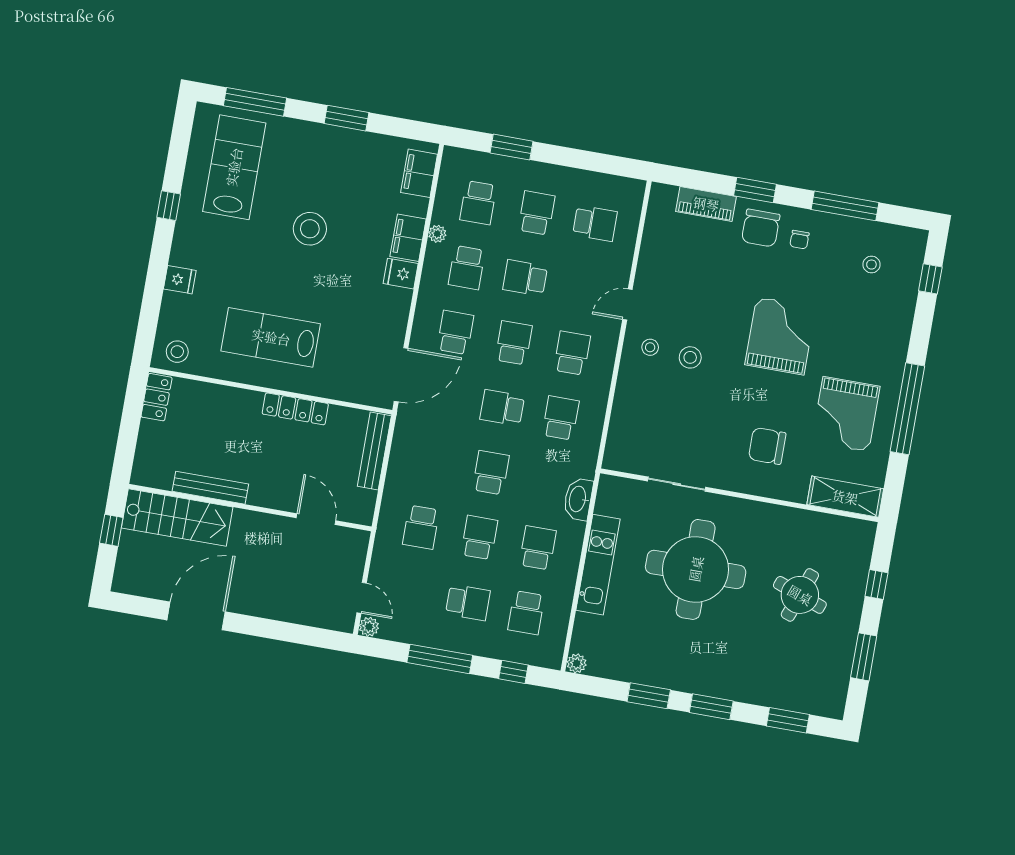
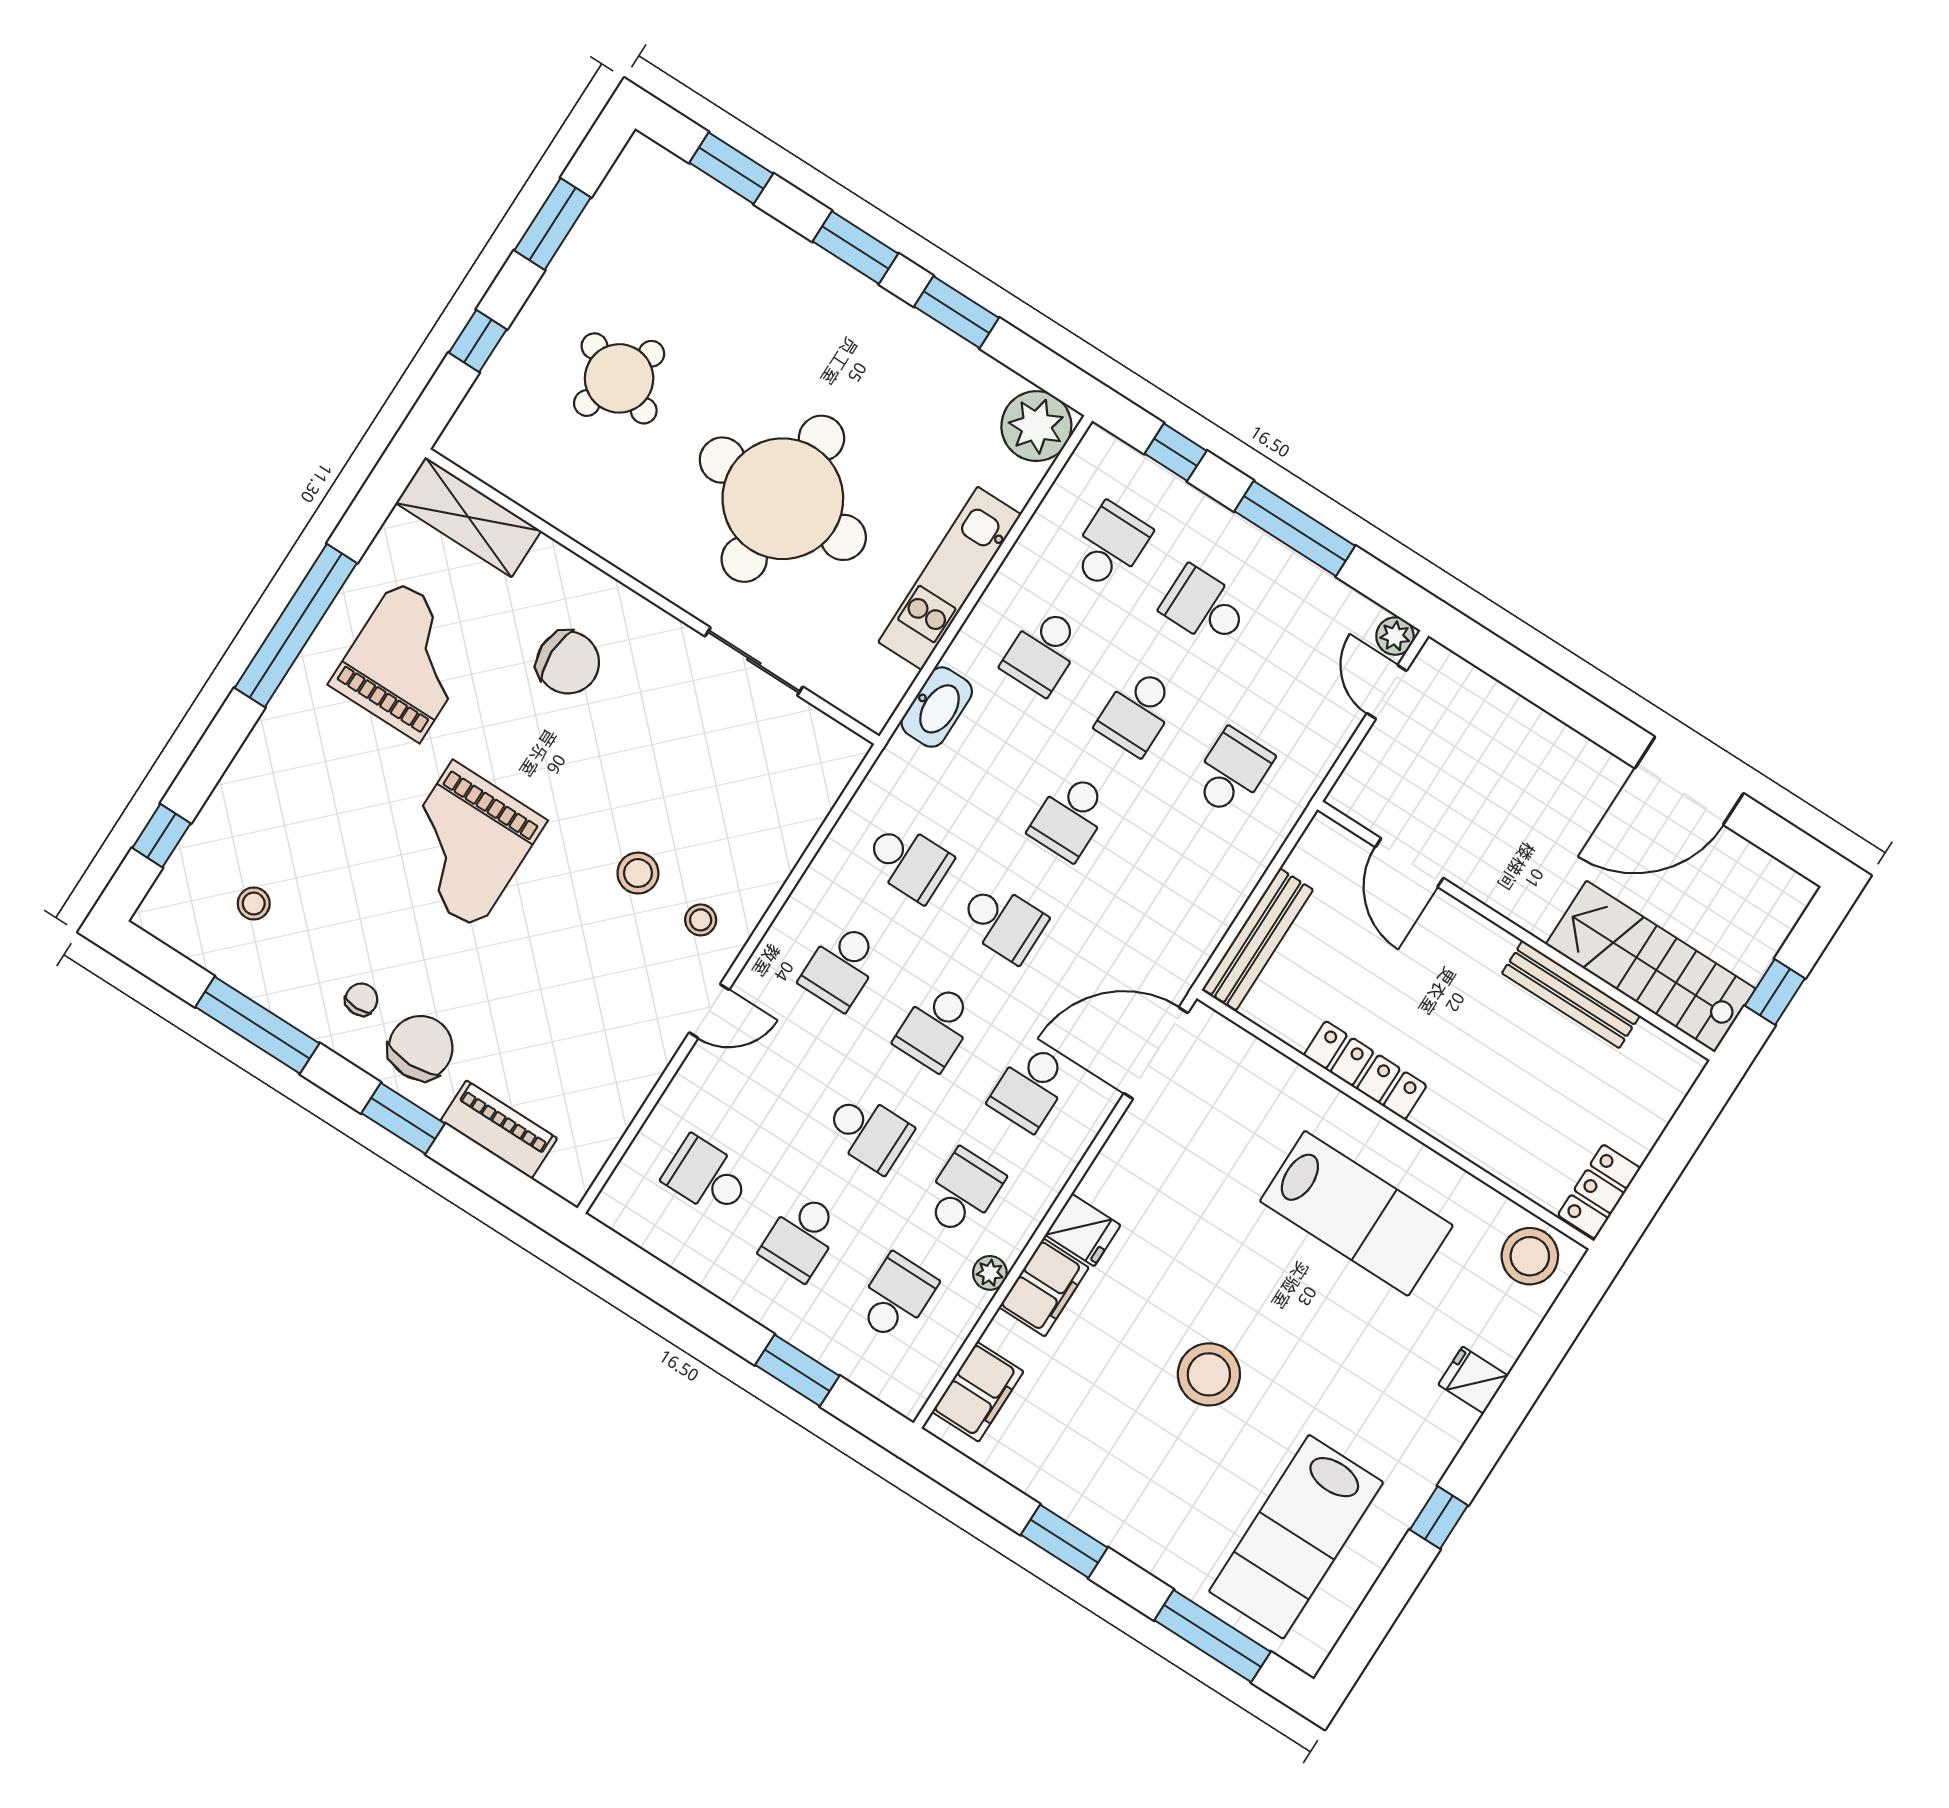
stool: (177, 352) -> (1530, 1256), width x1.38, depth x1.38
school desk: (561, 418) -> (908, 861), turned -90
plant: (577, 663) -> (1036, 426), width x1.87, depth x1.87

